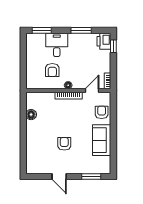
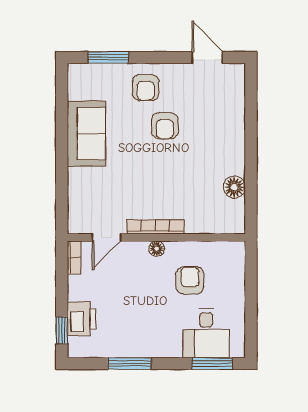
printer: (104, 41) -> (82, 319), moved
desk: (57, 45) -> (206, 333), moved
armchair: (102, 112) -> (146, 88), moved
door: (59, 176) -> (207, 57), moved

